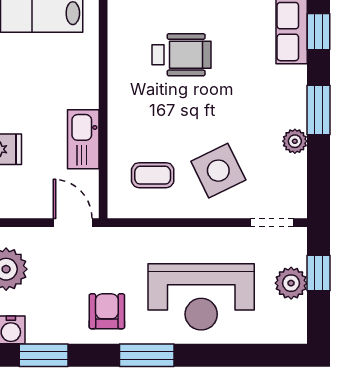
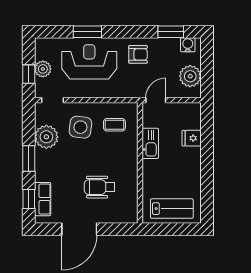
plant: (295, 141) -> (46, 137), width x1.87, depth x1.87
side table: (218, 171) -> (80, 127), turned 33
door: (73, 223) -> (156, 100), swing flipped
armchair: (107, 311) -> (138, 54), turned -90
window: (147, 355) -> (87, 32), moved

